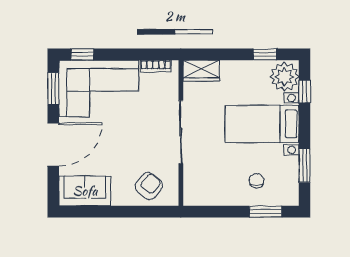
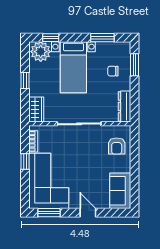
window: (82, 54) -> (25, 162), moved
window: (265, 54) -> (25, 80), moved
door: (53, 145) -> (88, 213), width x0.53
armchair: (149, 186) -> (117, 146), turned -129
dresser: (206, 197) -> (124, 106), added

